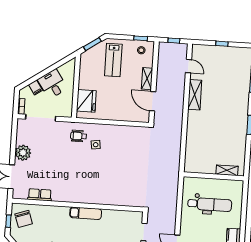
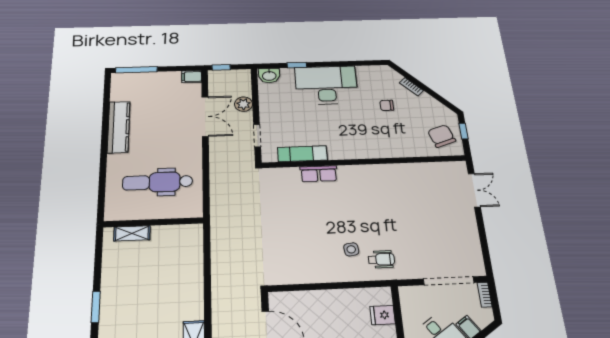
fridge: (86, 101) -> (383, 315), width x0.53, depth x0.75
plant: (23, 153) -> (465, 226), removed
row of seats: (40, 195) -> (319, 174), moved
exam couch: (86, 213) -> (302, 154), moved

